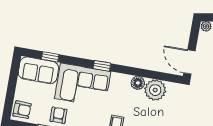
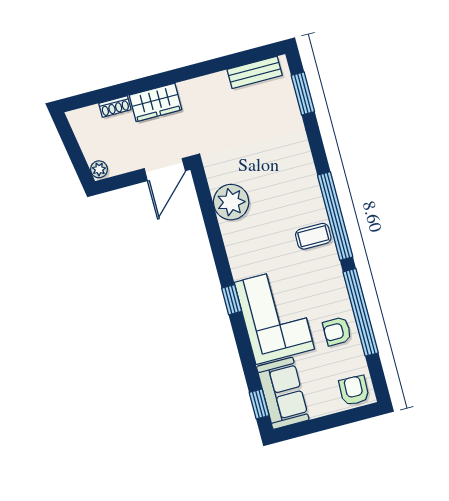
window: (50, 57) -> (259, 404), moved
floor lamp: (138, 83) -> (232, 233), removed

